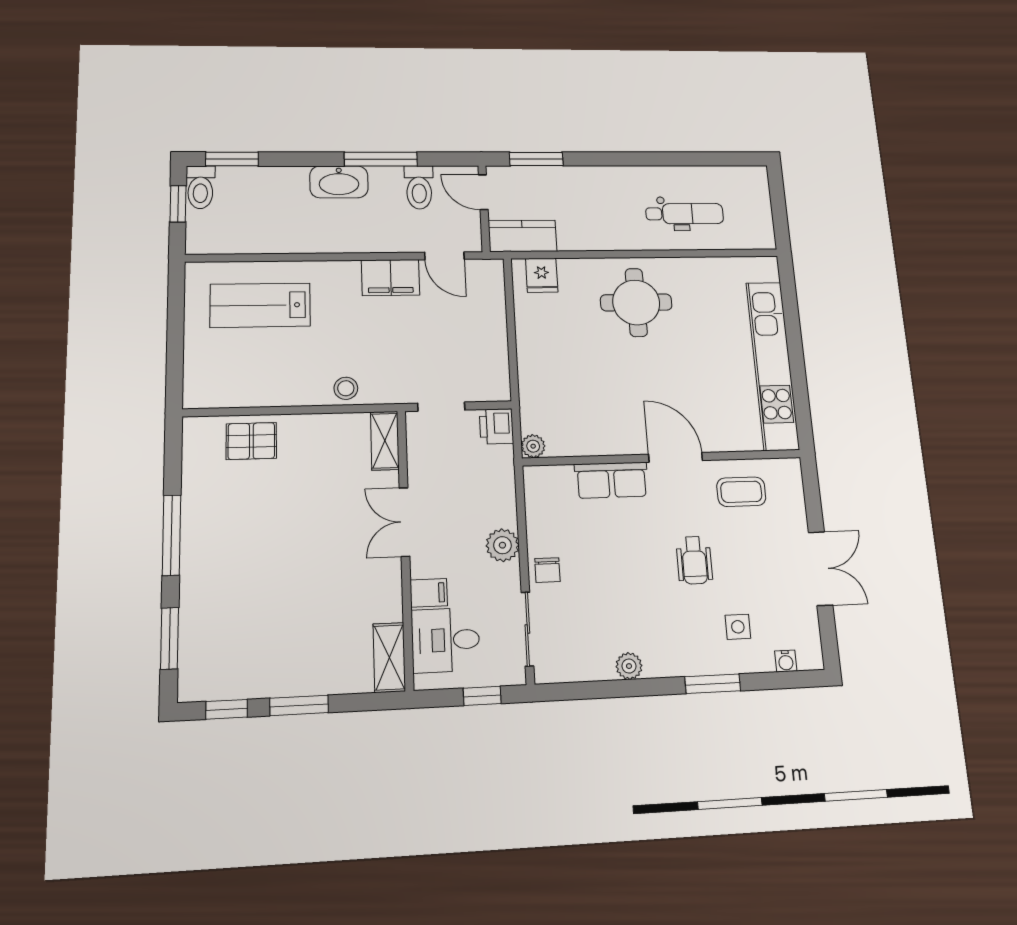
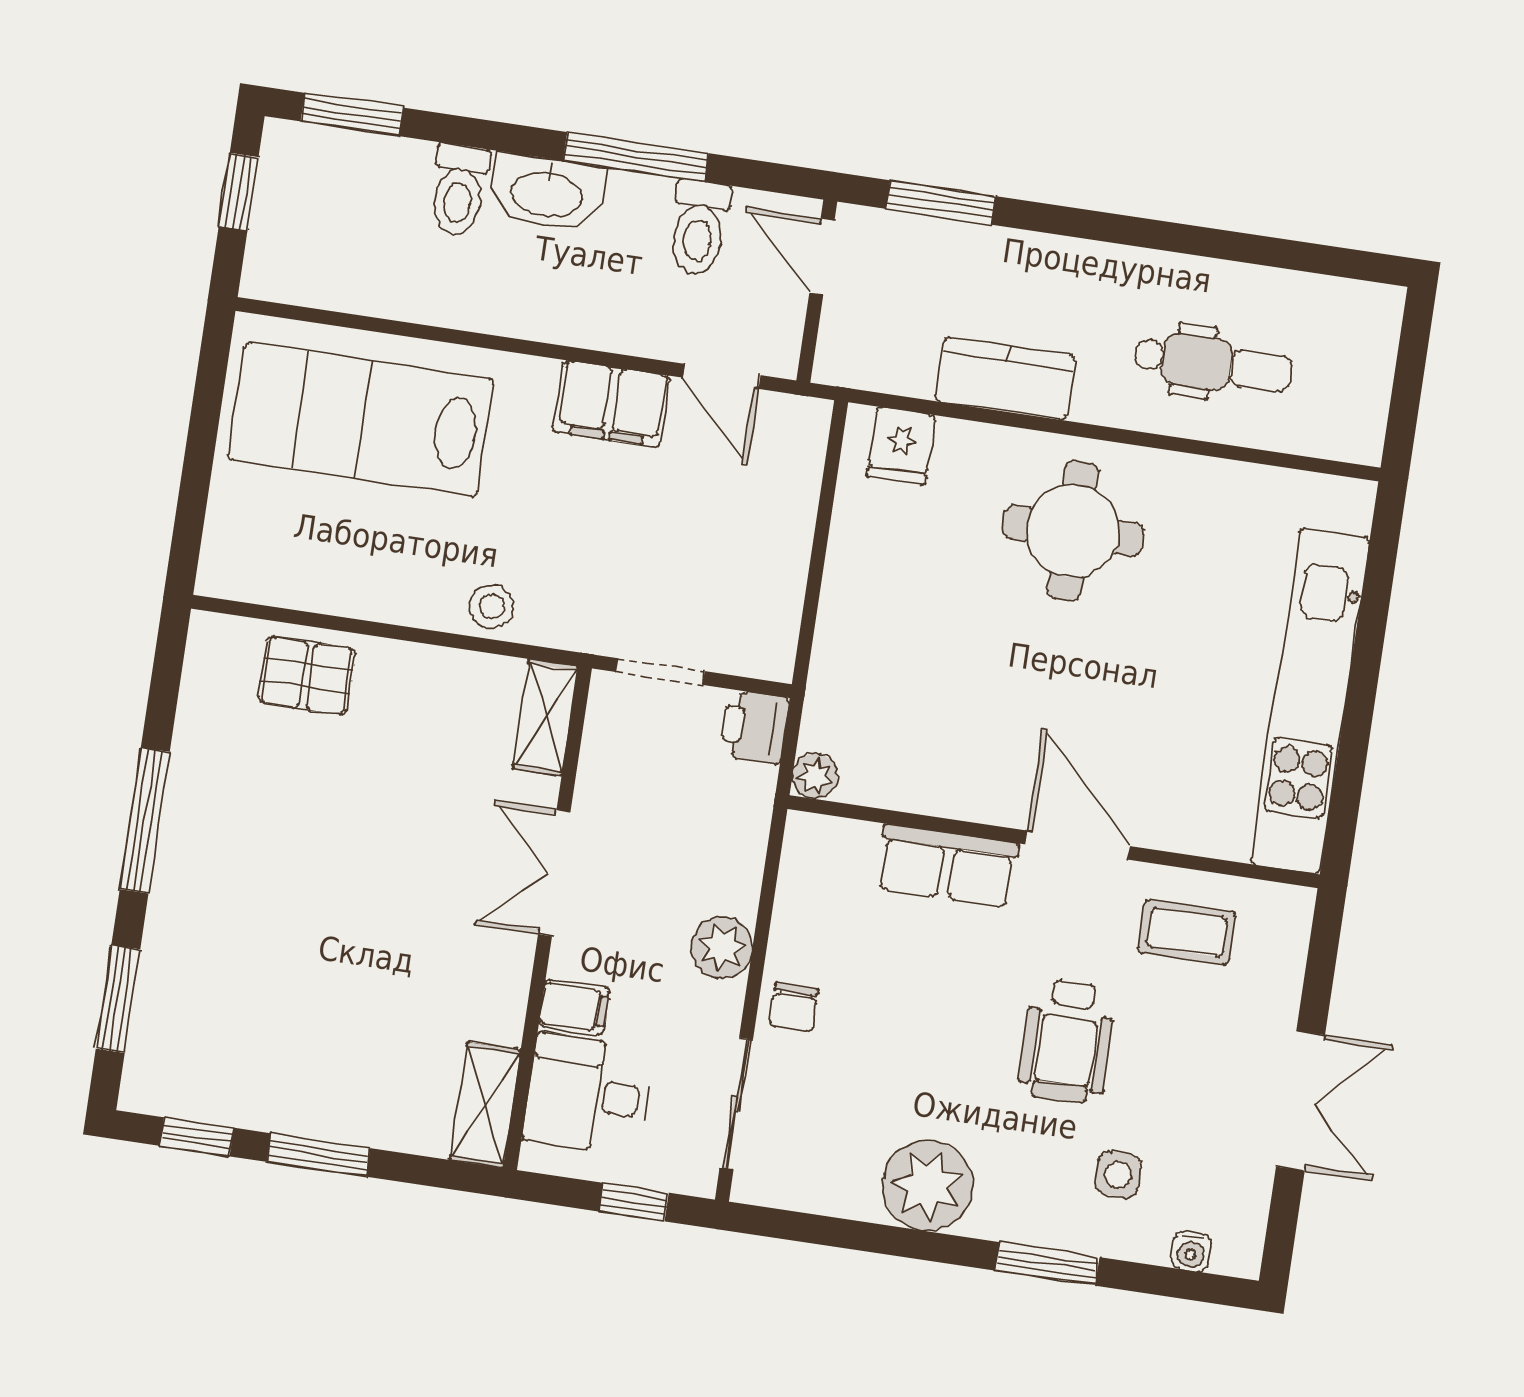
toilet: (200, 187) -> (459, 190), moved
kitchen counter: (523, 236) -> (1005, 378), moved
lab bench: (260, 305) -> (361, 419), width x1.36, depth x1.39
wheelchair: (694, 560) -> (1067, 1041), width x1.36, depth x1.37
plant: (629, 666) -> (928, 1186), width x1.87, depth x1.87

